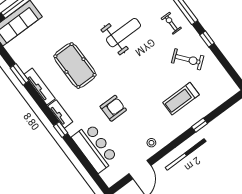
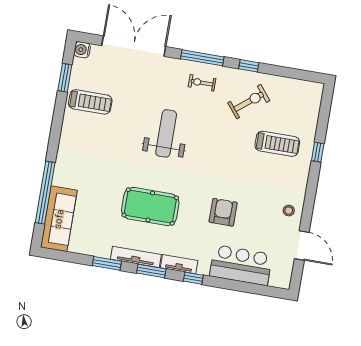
treadmill: (181, 99) -> (277, 144), turned -90
window: (41, 103) -> (151, 271), added

